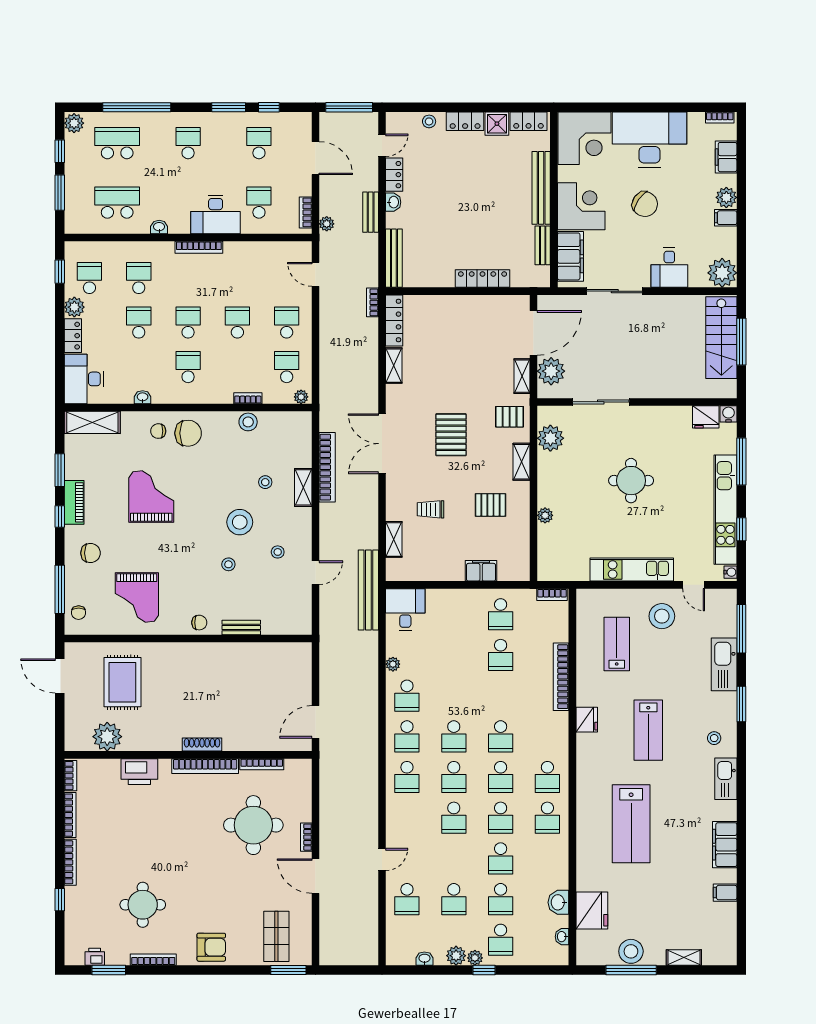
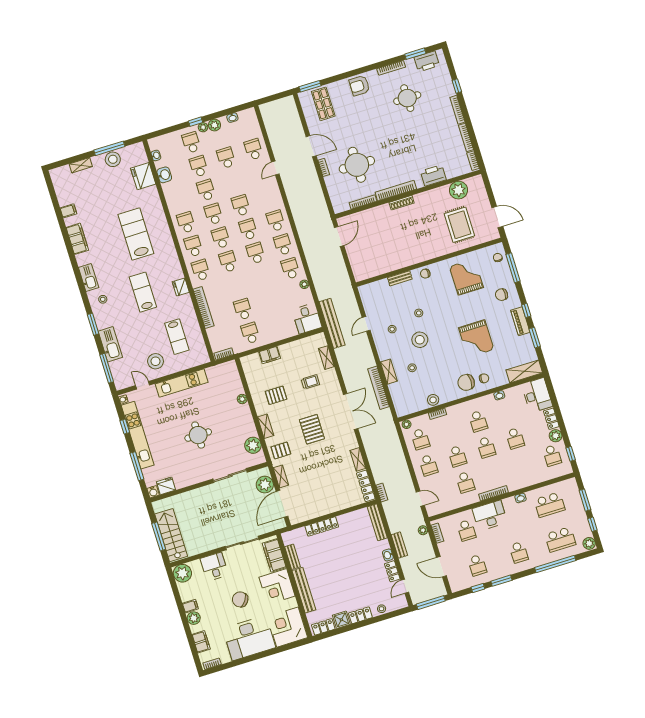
school desk: (139, 278) -> (465, 482), moved
school desk: (547, 736) -> (201, 270), added
printer: (95, 957) -> (427, 61), width x1.87, depth x1.48

